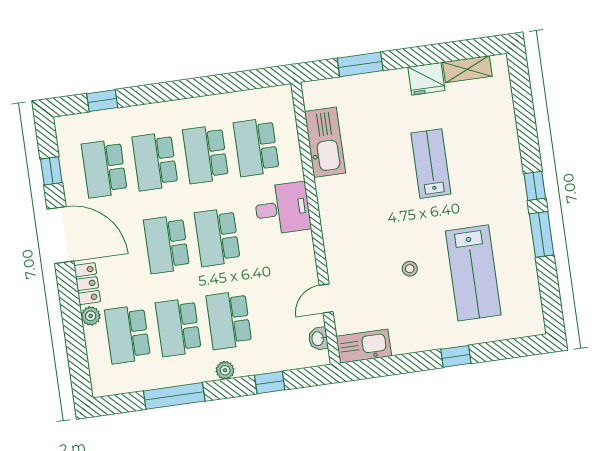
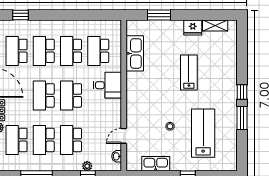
lab bench: (473, 273) -> (203, 133), turned 180
kitchen sink: (364, 346) -> (156, 164), moved
plant: (225, 370) -> (87, 166), moved

